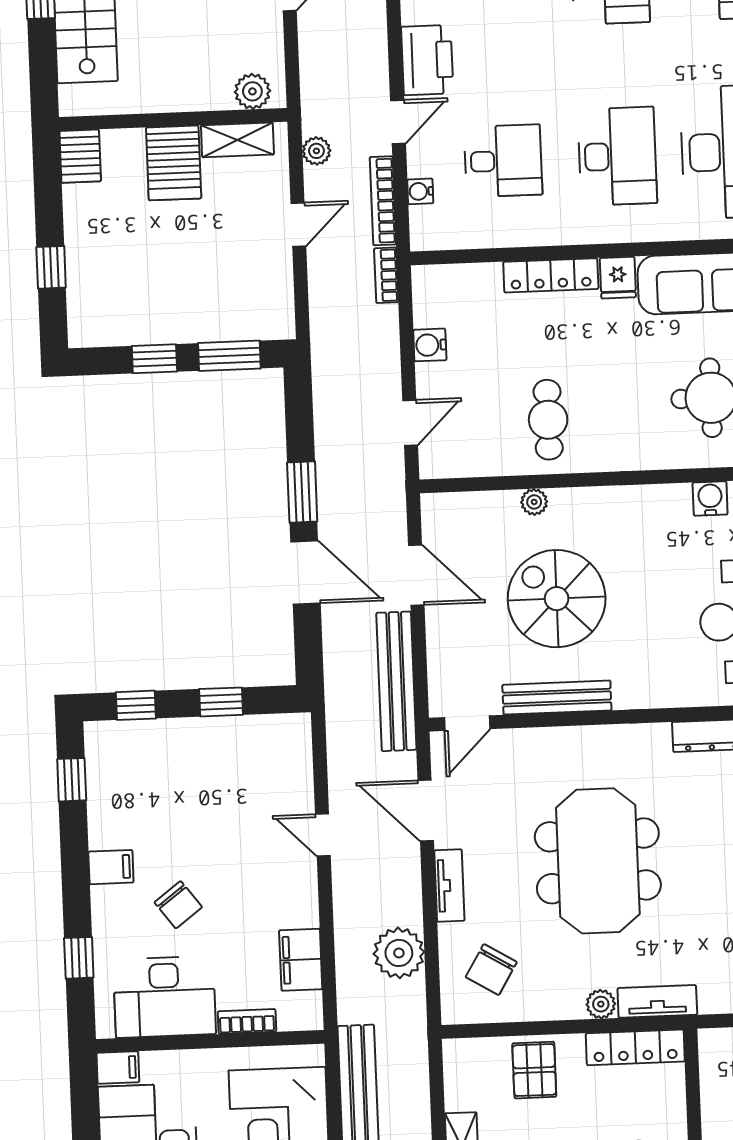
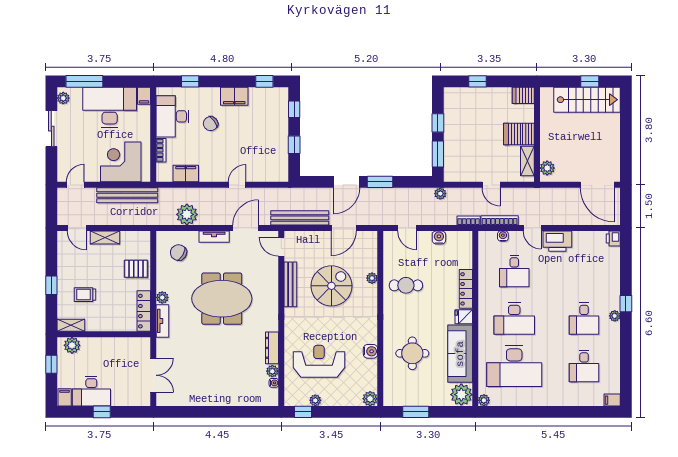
plant: (316, 151) -> (440, 194), moved
filing cabinet: (111, 867) -> (234, 96), width x2.00

